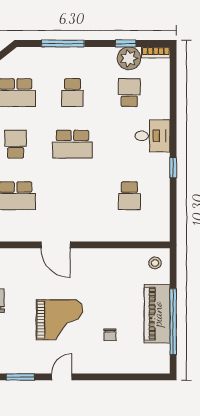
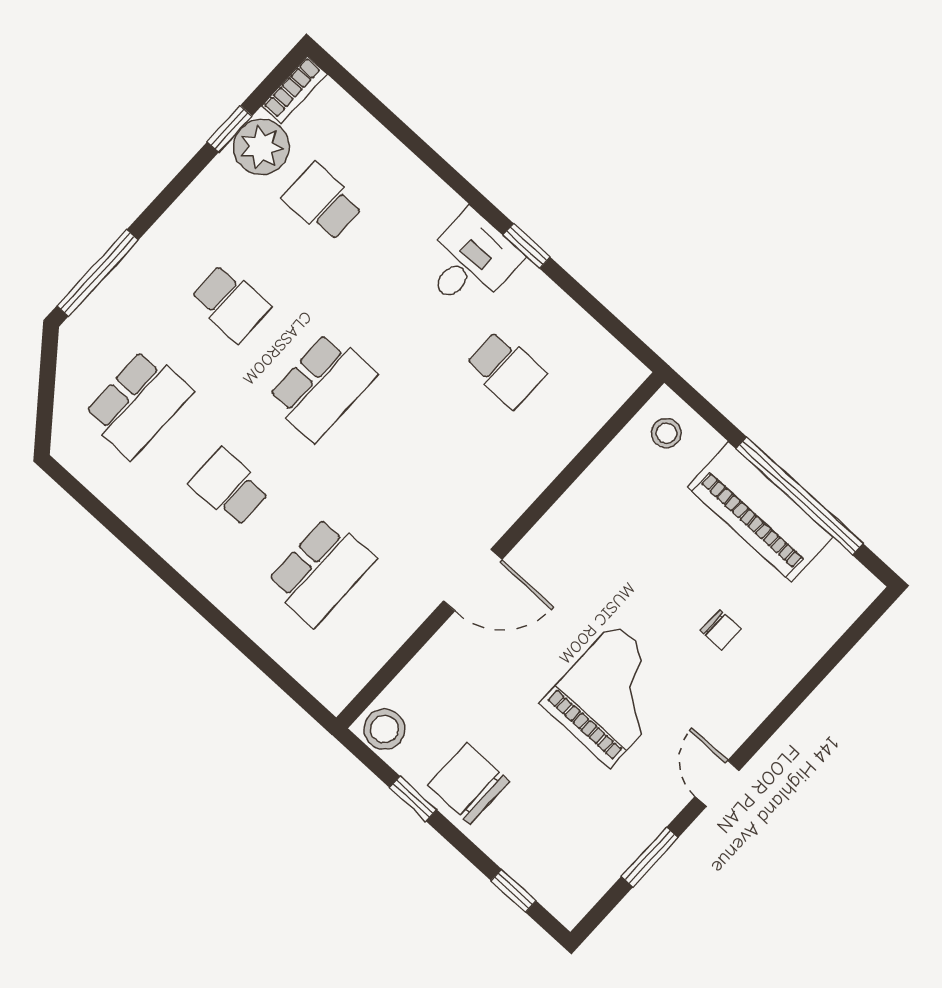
window: (63, 43) -> (98, 273), moved
desk: (152, 136) -> (470, 261), moved

